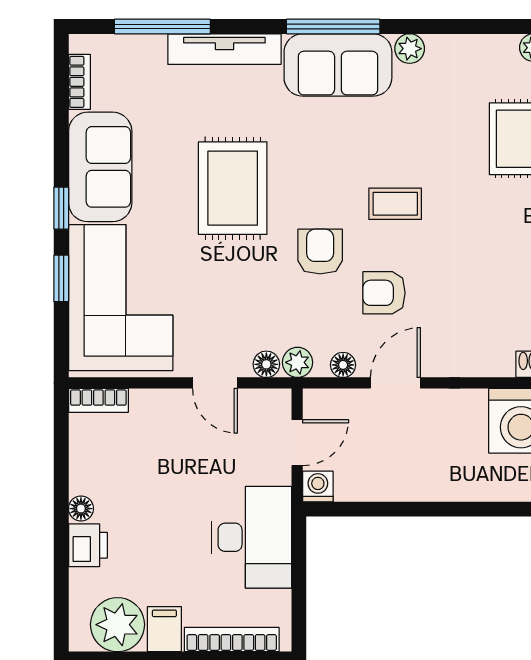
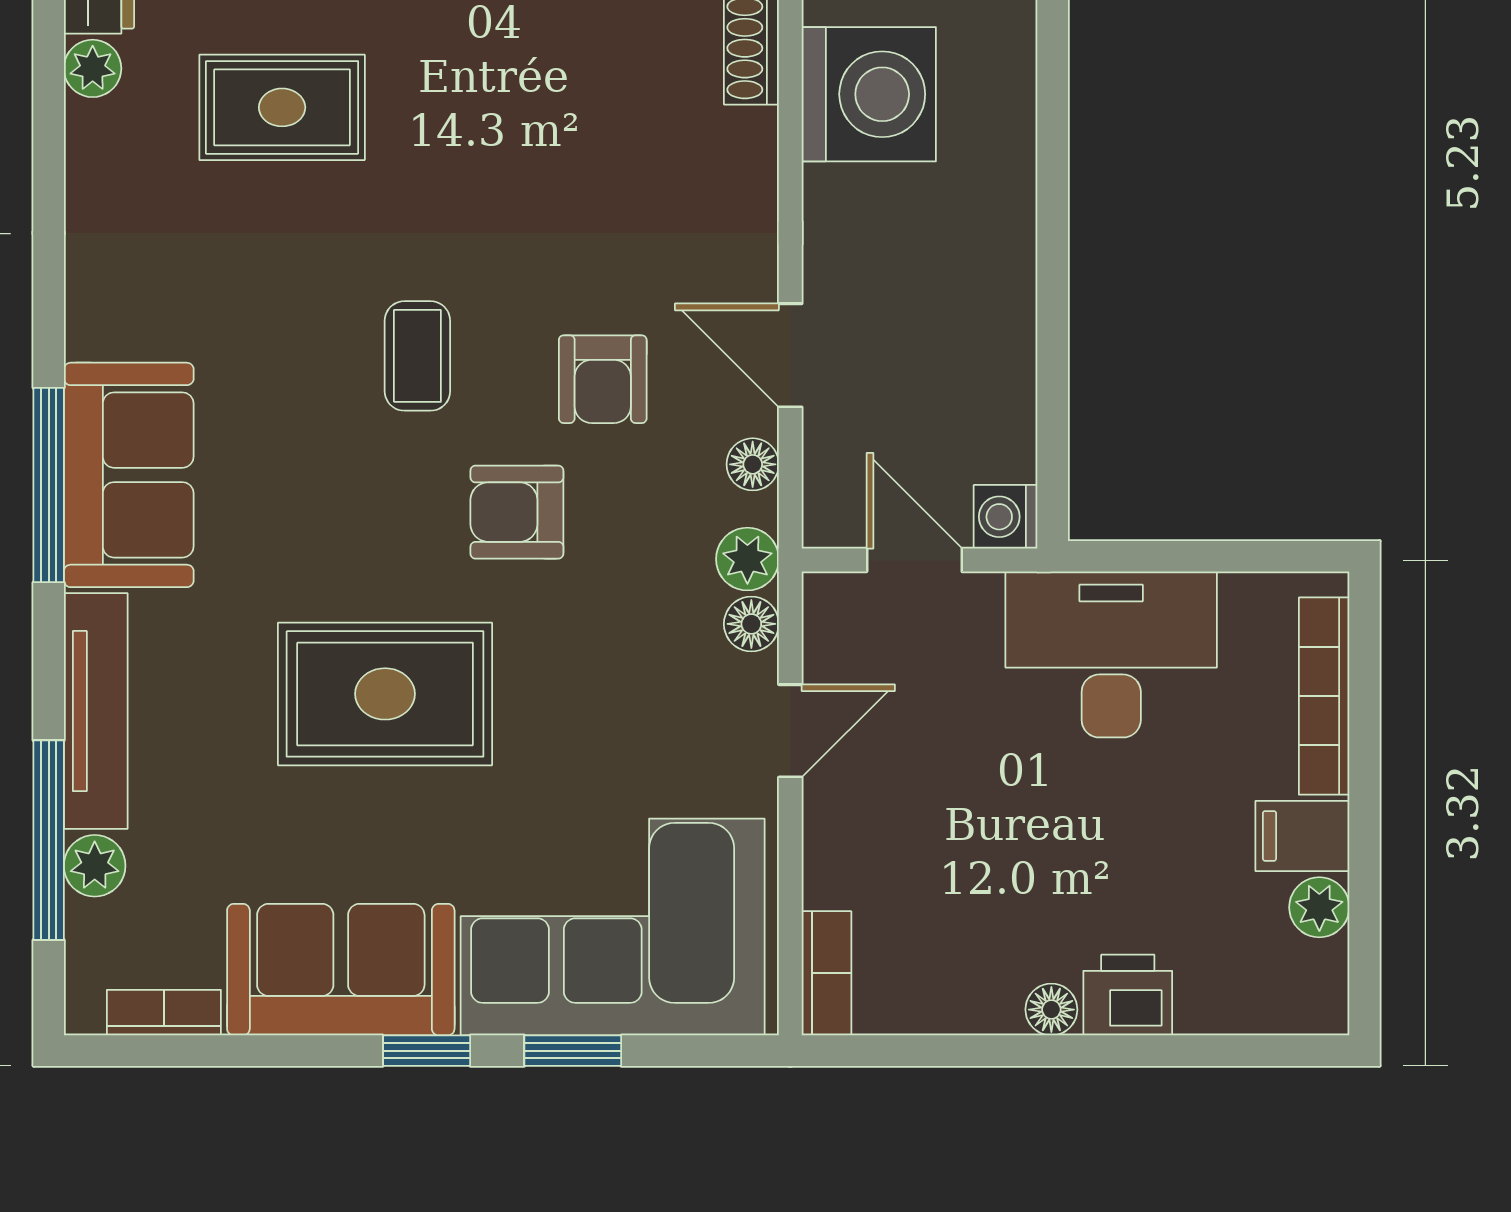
plant: (410, 49) -> (95, 866), moved
plant: (117, 625) -> (1319, 907), width x0.53, depth x0.53

